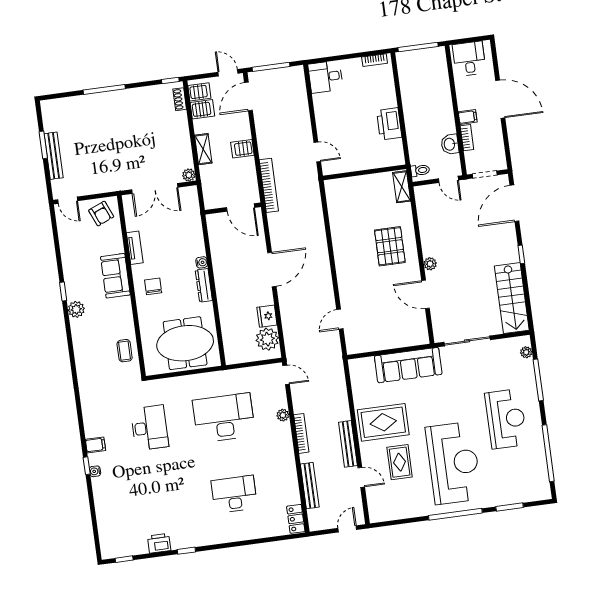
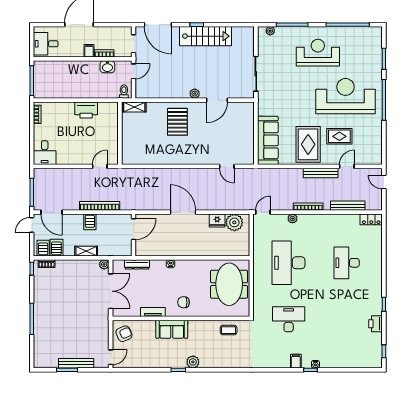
bookcase: (269, 185) -> (100, 206), moved
pallet: (390, 246) -> (177, 122), turned 90
dresser: (204, 285) -> (137, 264), moved
stairs: (512, 298) -> (206, 36), moved
sofa: (408, 365) -> (268, 140), moved

